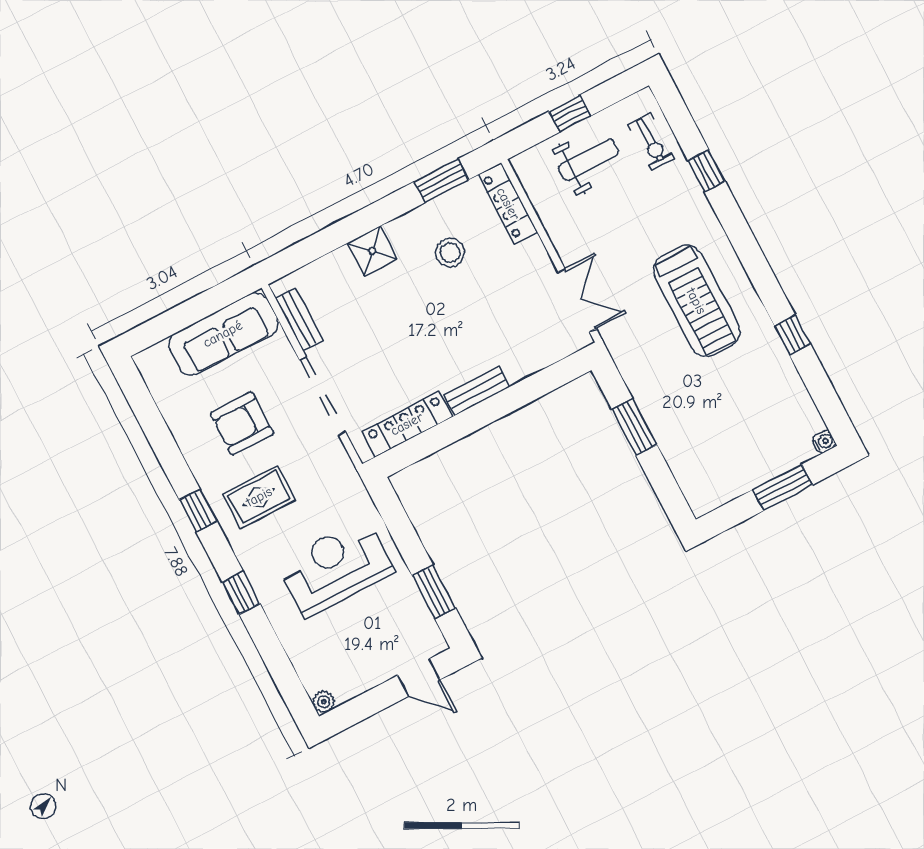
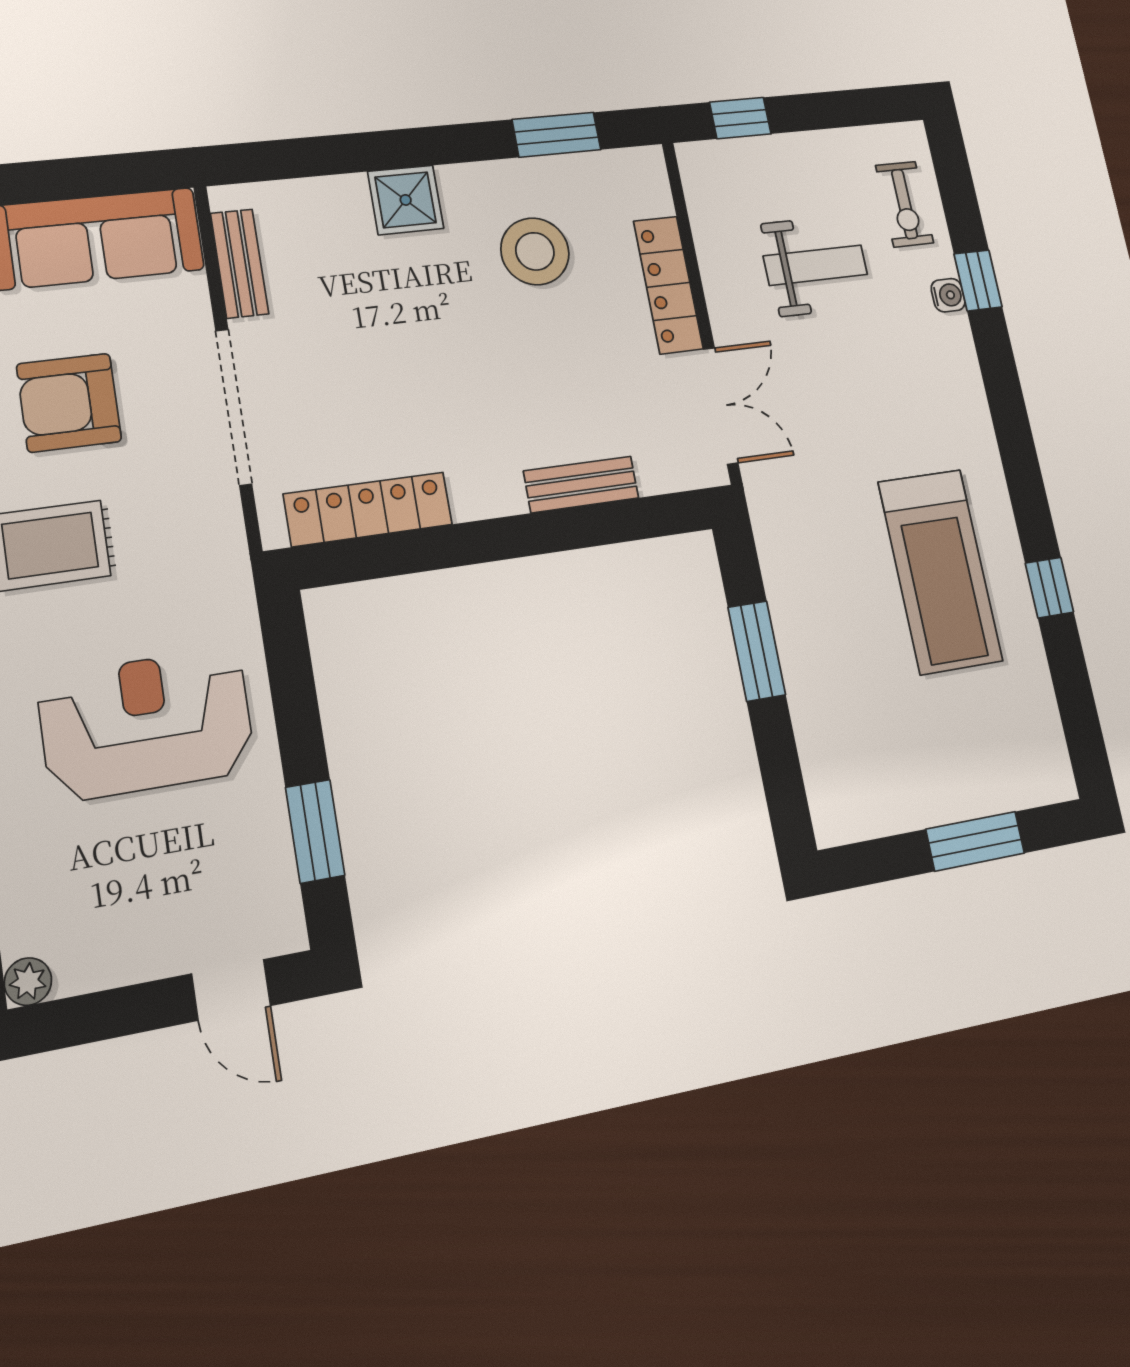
window: (570, 114) -> (740, 118), moved
weight bench: (589, 160) -> (816, 265), moved
locker: (508, 204) -> (668, 285), moved
stool: (450, 252) -> (535, 251), width x1.38, depth x1.38
treadmill: (696, 301) -> (940, 571), moved
bench: (477, 391) -> (581, 484), moved
water cooler: (824, 442) -> (948, 295), moved

